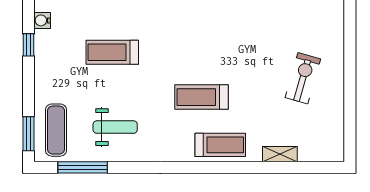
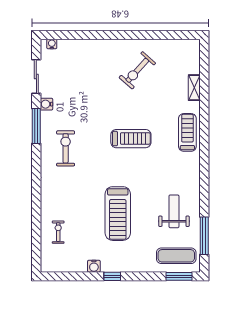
treadmill: (112, 52) -> (118, 214), width x1.37, depth x1.38
exercise bike: (303, 78) -> (137, 70), turned -64
treadmill: (202, 97) -> (131, 139), moved, turned -90

